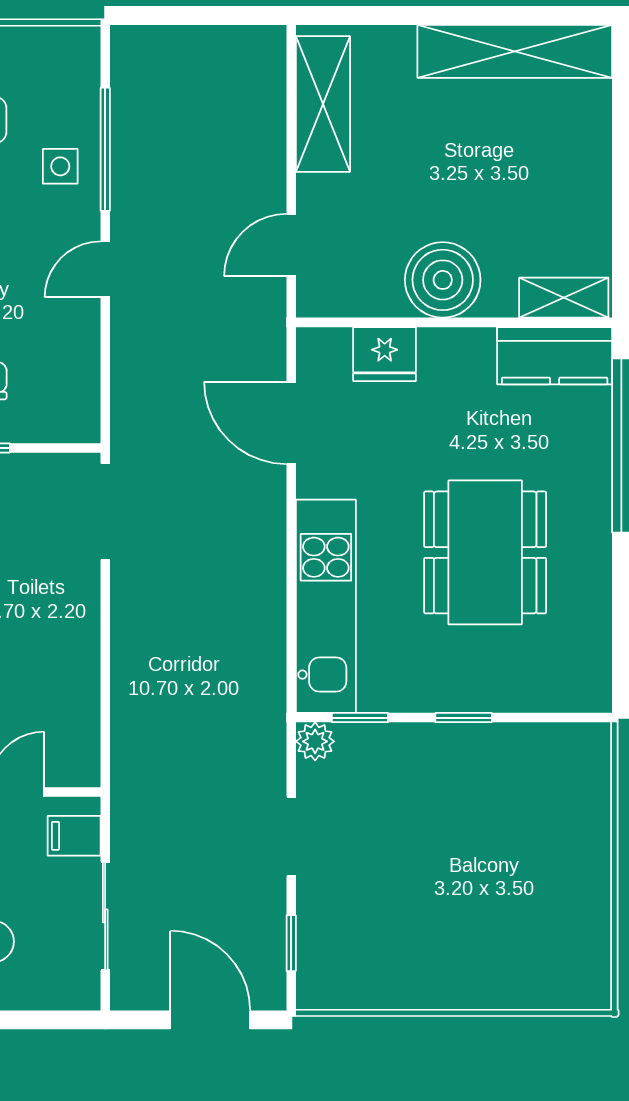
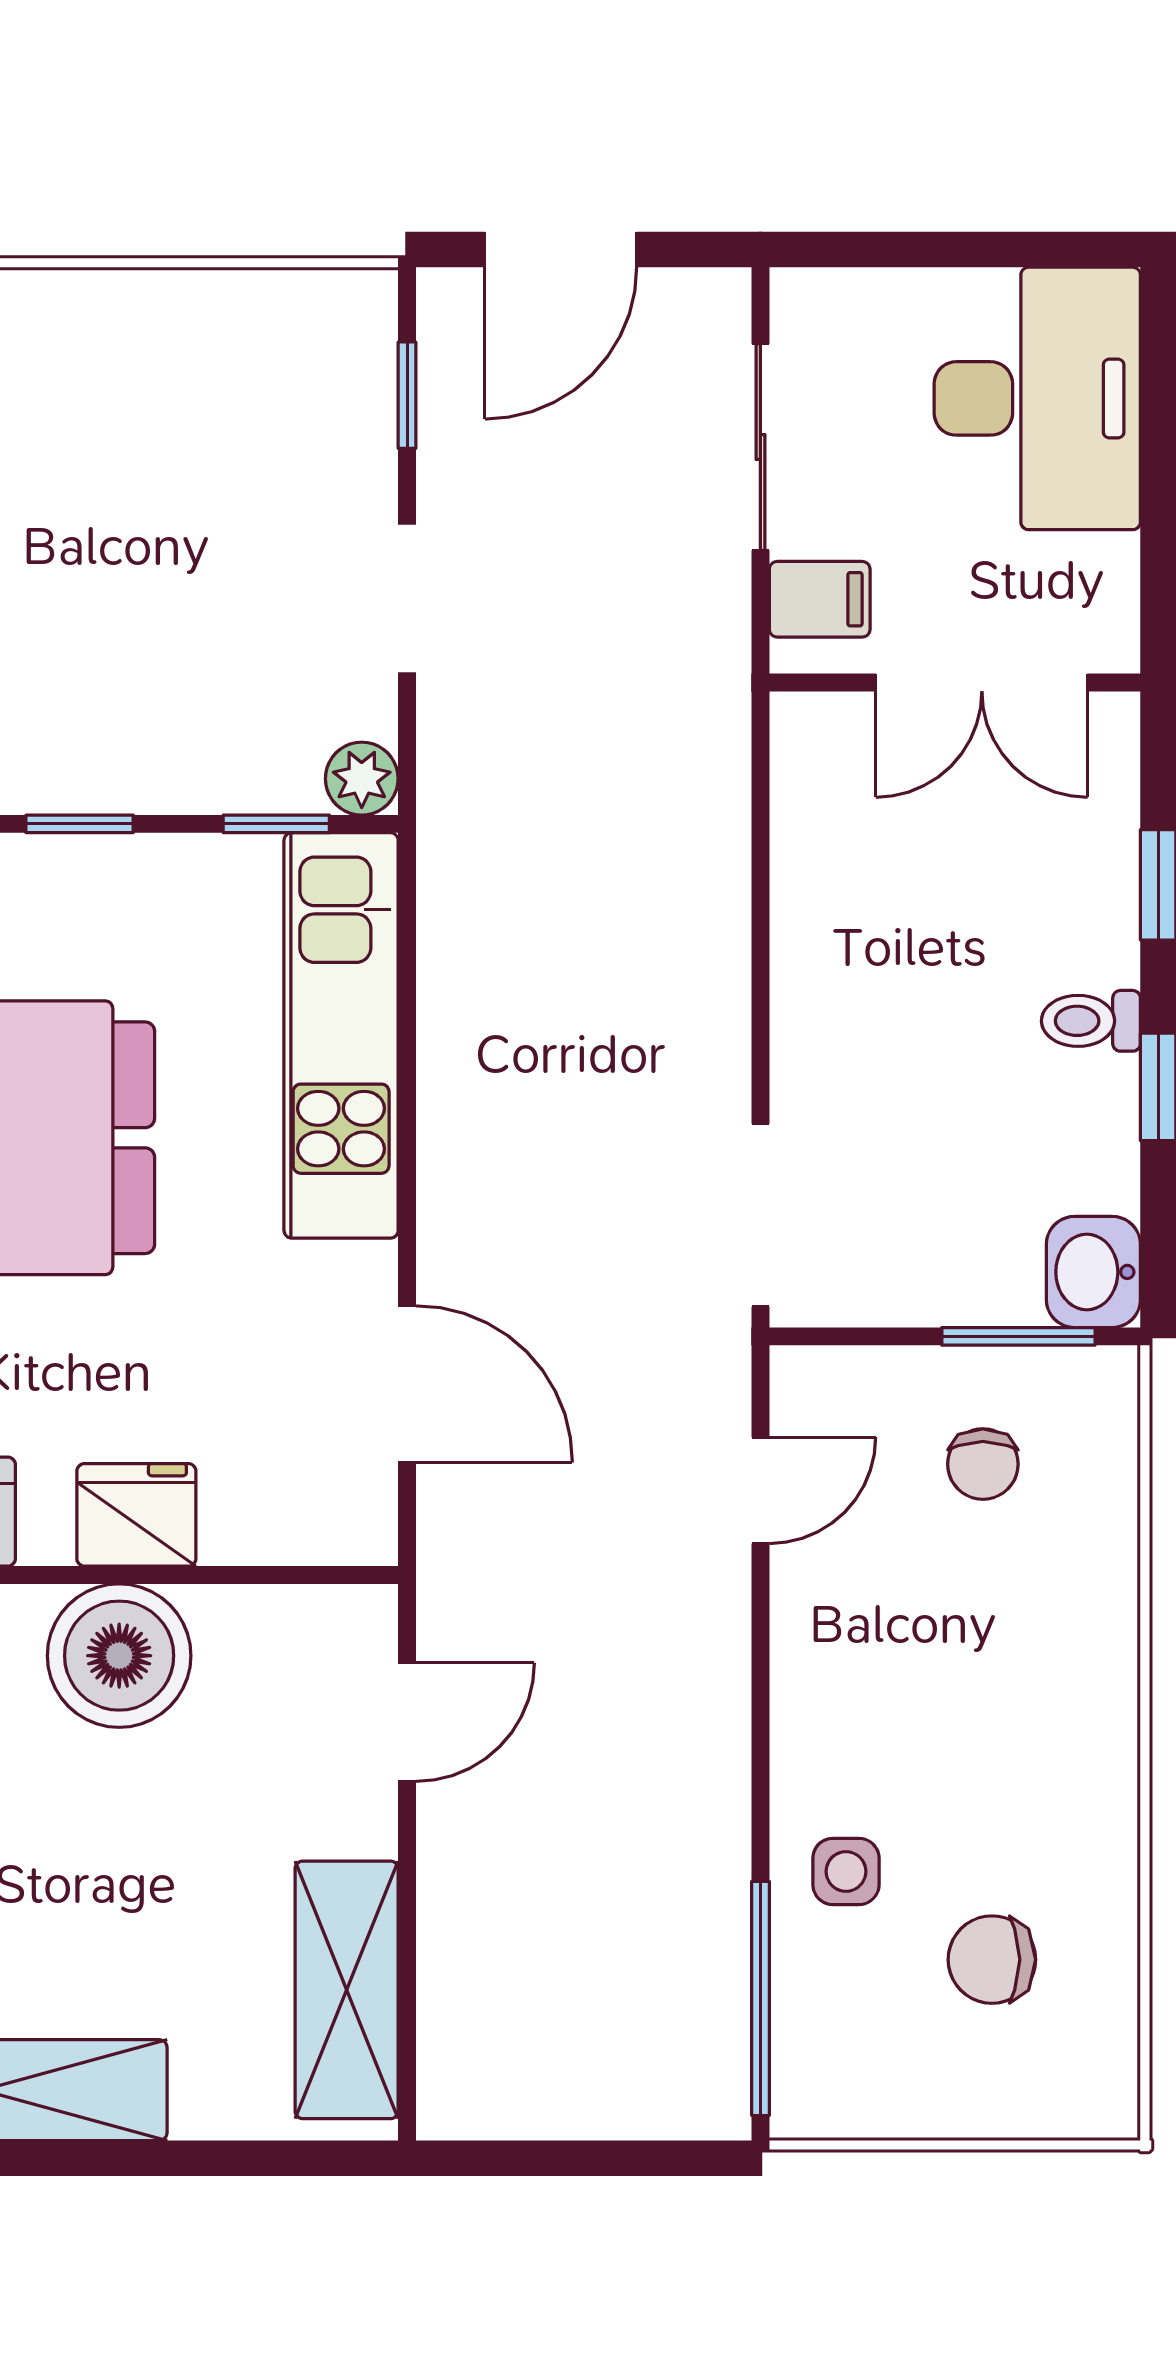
window: (105, 149) -> (760, 1998), moved
door: (105, 269) -> (760, 1490), moved
fridge: (385, 354) -> (136, 1515), moved
door: (210, 1020) -> (561, 250), hinge flipped

